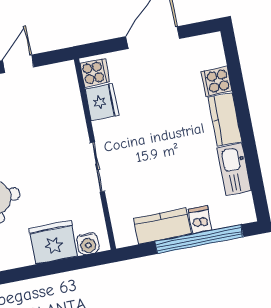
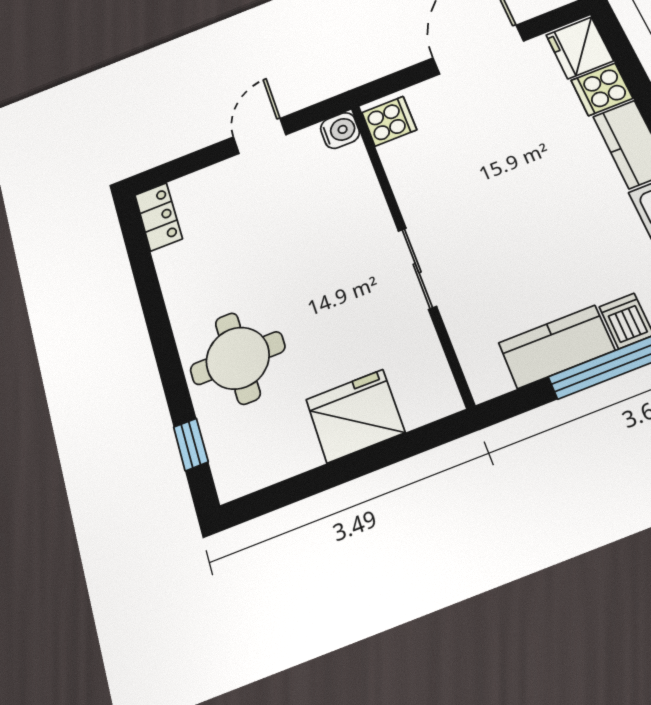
fridge: (102, 102) -> (580, 48), moved, turned 180
water cooler: (88, 244) -> (340, 130), moved, turned -90

